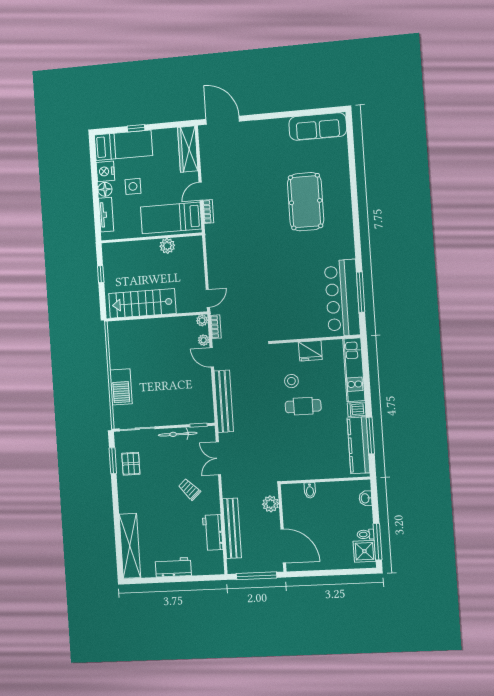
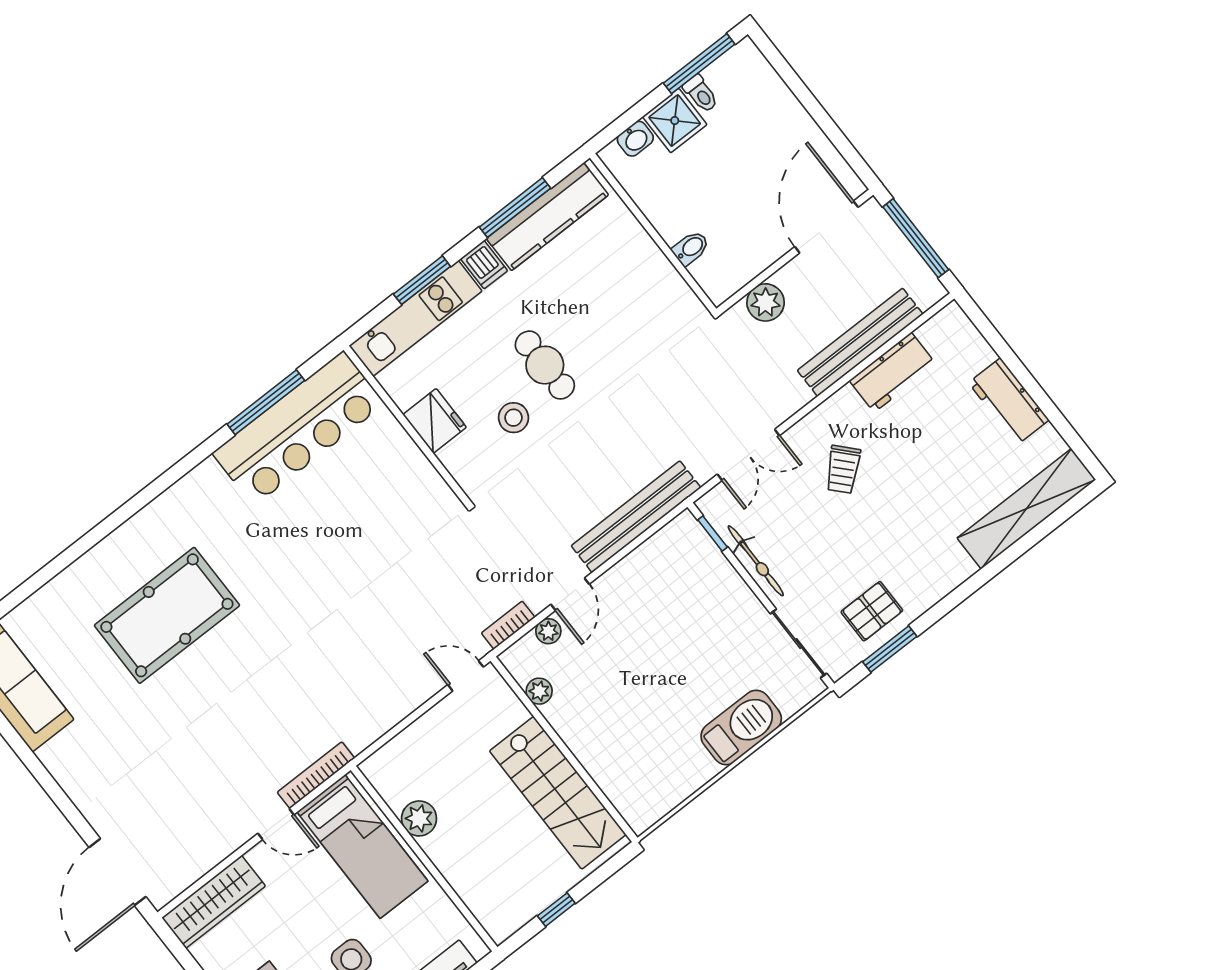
bookcase: (208, 212) -> (316, 775), width x1.56
plant: (202, 320) -> (539, 691), moved
window: (367, 382) -> (422, 280), added
shower: (364, 551) -> (675, 121), moved

